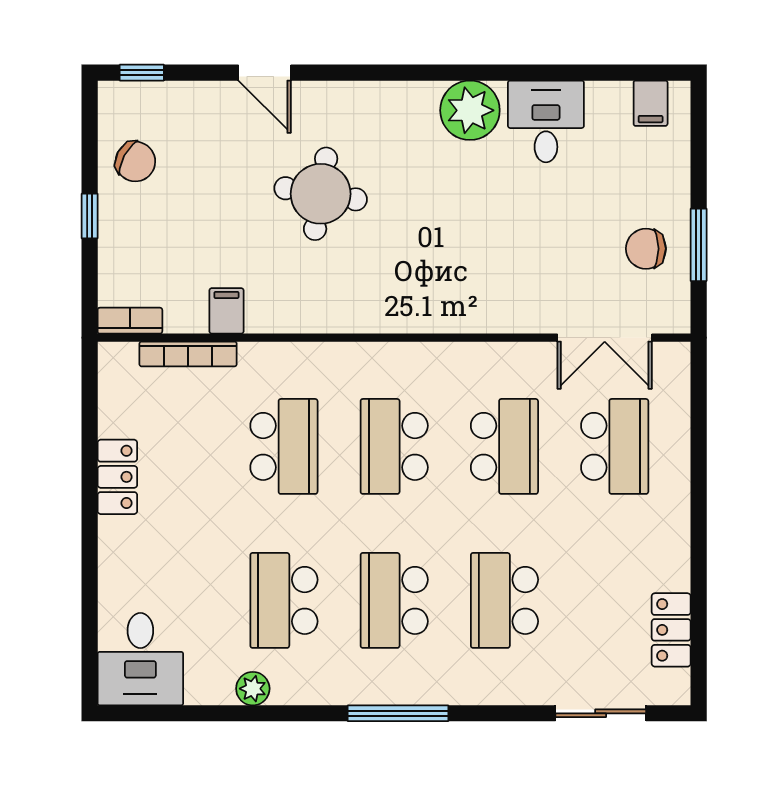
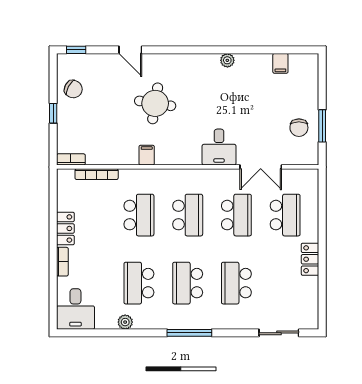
filing cabinet: (651, 103) -> (280, 63), moved
plant: (470, 110) -> (227, 60), width x0.53, depth x0.53
desk: (546, 121) -> (219, 147), moved, turned 180
chair: (646, 249) -> (299, 128), turned -90
filing cabinet: (226, 311) -> (147, 155), moved
double door: (605, 338) -> (261, 167), moved
school desk: (394, 446) -> (188, 215), turned 180
bookcase: (111, 552) -> (62, 262), added
locker: (671, 630) -> (310, 259), moved

